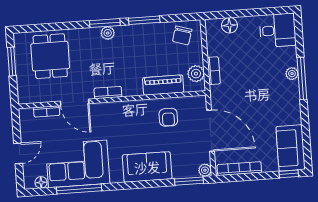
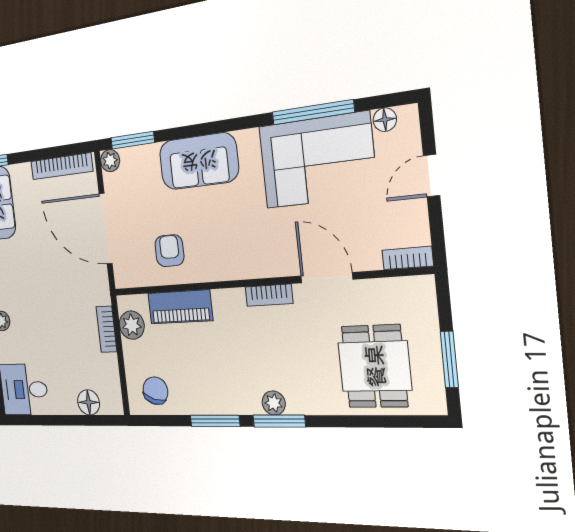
bookcase: (47, 111) -> (408, 258), moved

